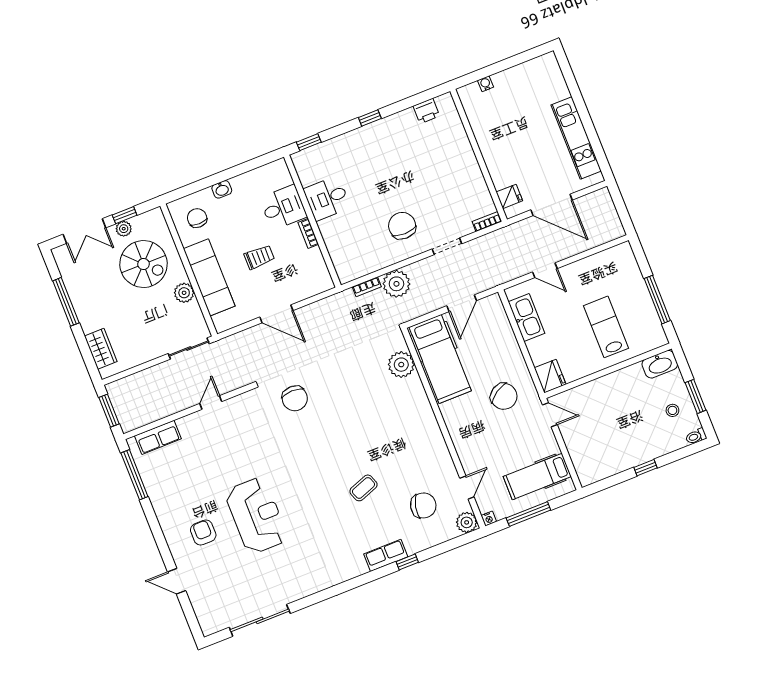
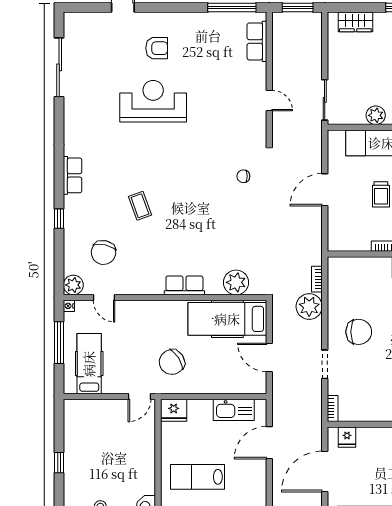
door: (545, 270) -> (269, 443), width x1.37
lab bench: (606, 327) -> (198, 477), turned 180
chair: (295, 398) -> (243, 176), width x0.54, depth x0.54
row of seats: (424, 414) -> (184, 285), added
reception desk: (256, 516) -> (153, 101), turned 180
row of seats: (386, 555) -> (73, 175), moved

